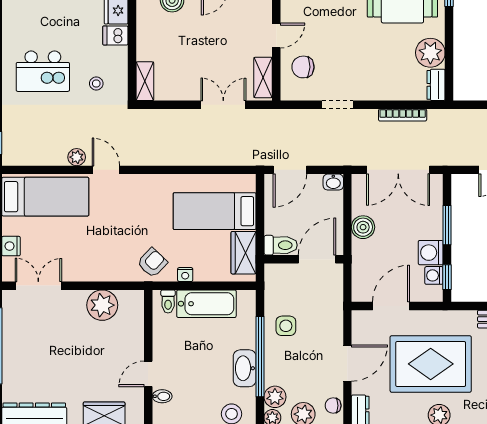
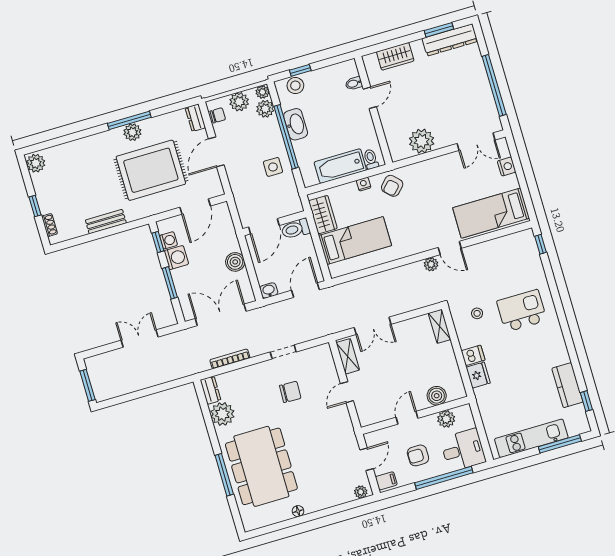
chair: (303, 67) -> (290, 392), moved
plant: (77, 157) -> (431, 264), moved

